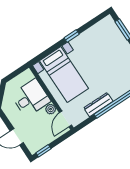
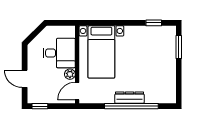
window: (72, 36) -> (154, 23), moved
dresser: (98, 105) -> (129, 98), moved

